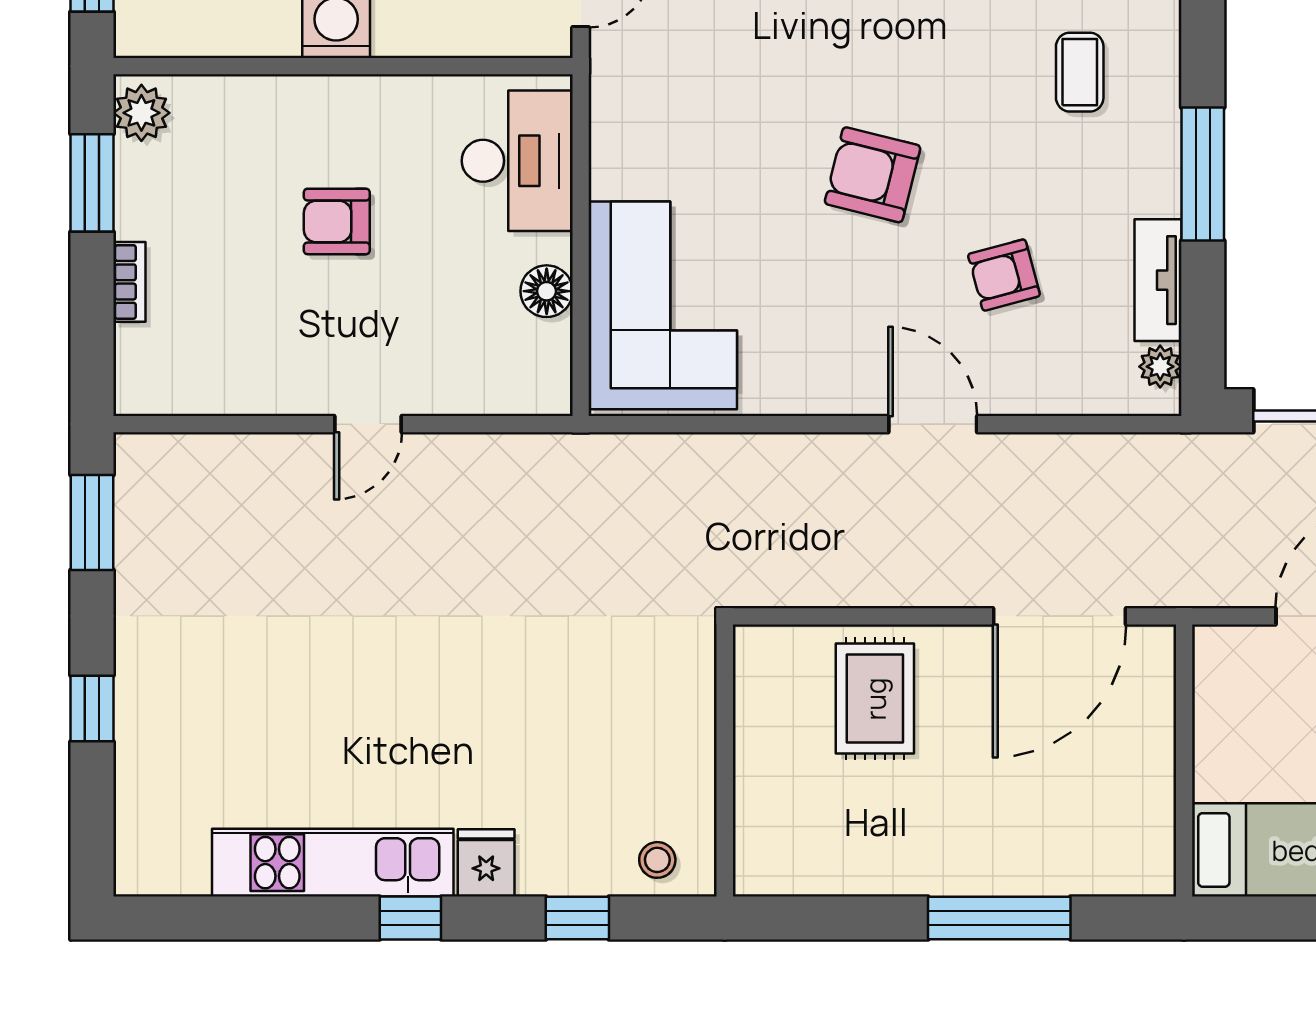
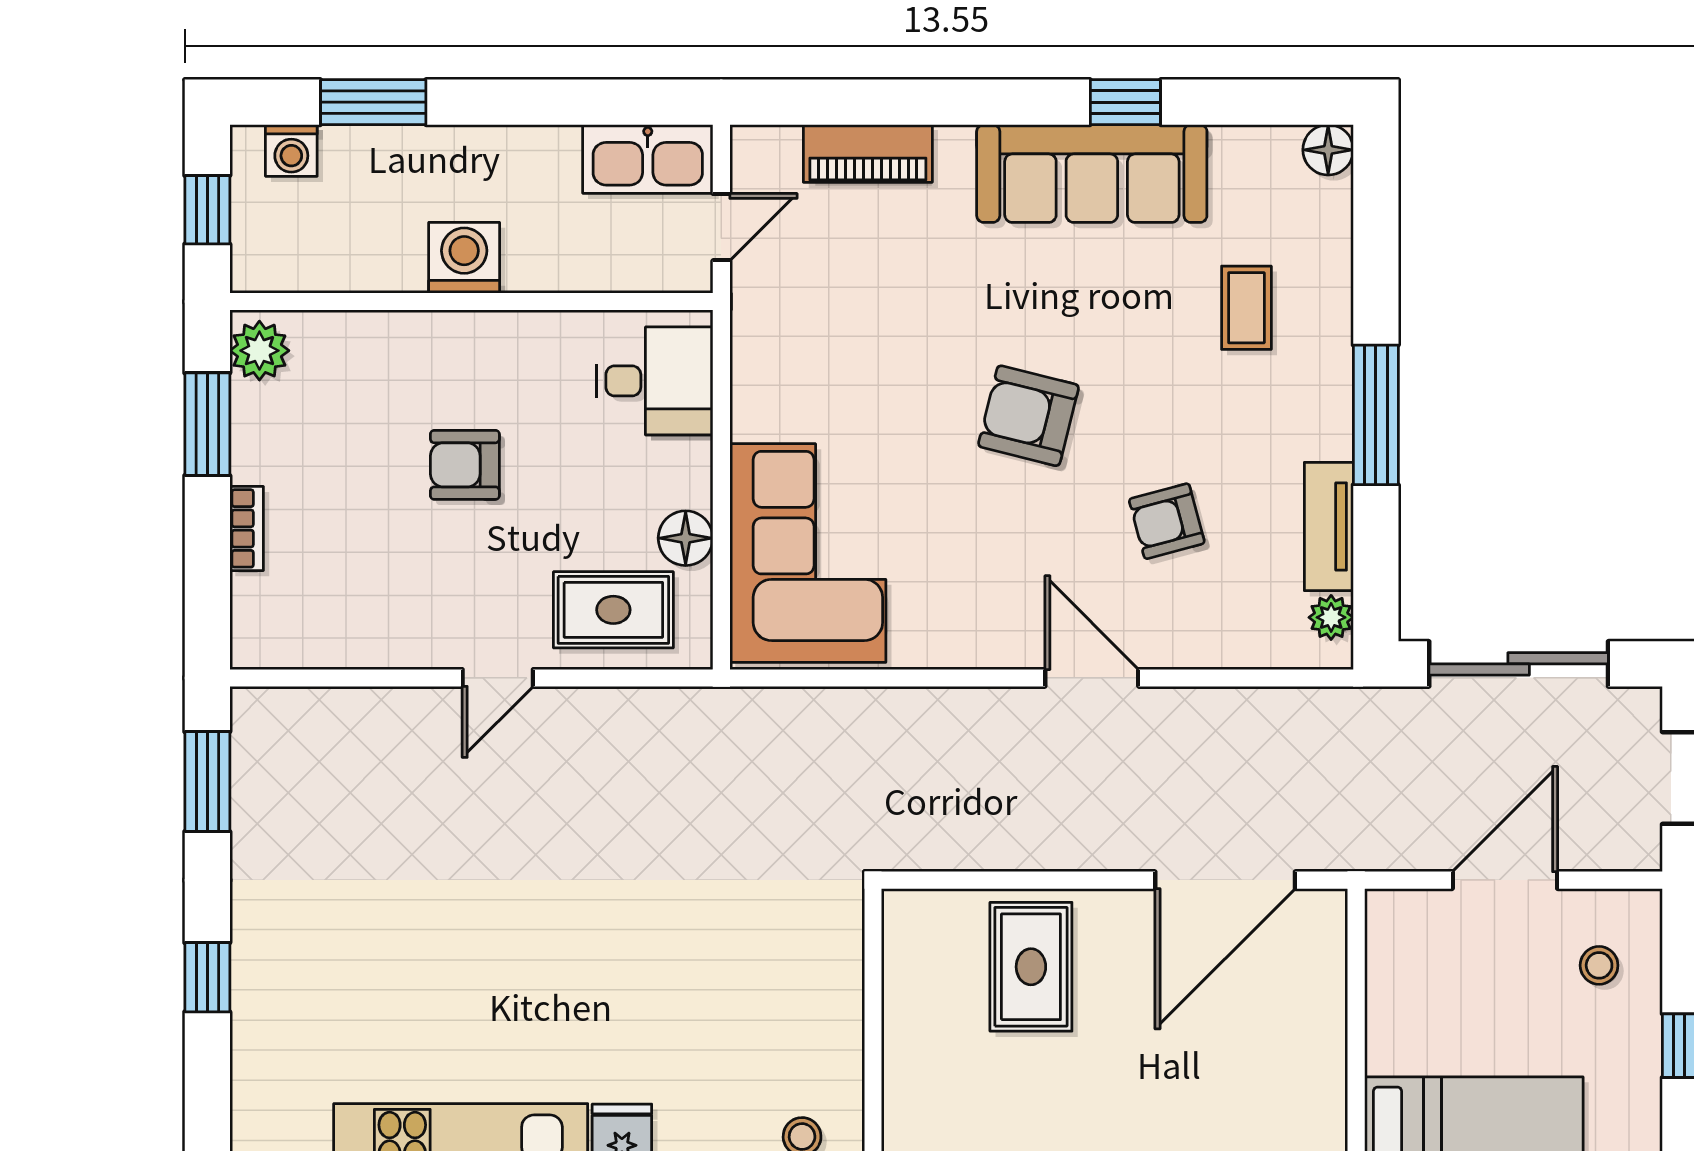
desk: (517, 161) -> (655, 381), width x0.73
rug: (478, 359) -> (613, 610), added

